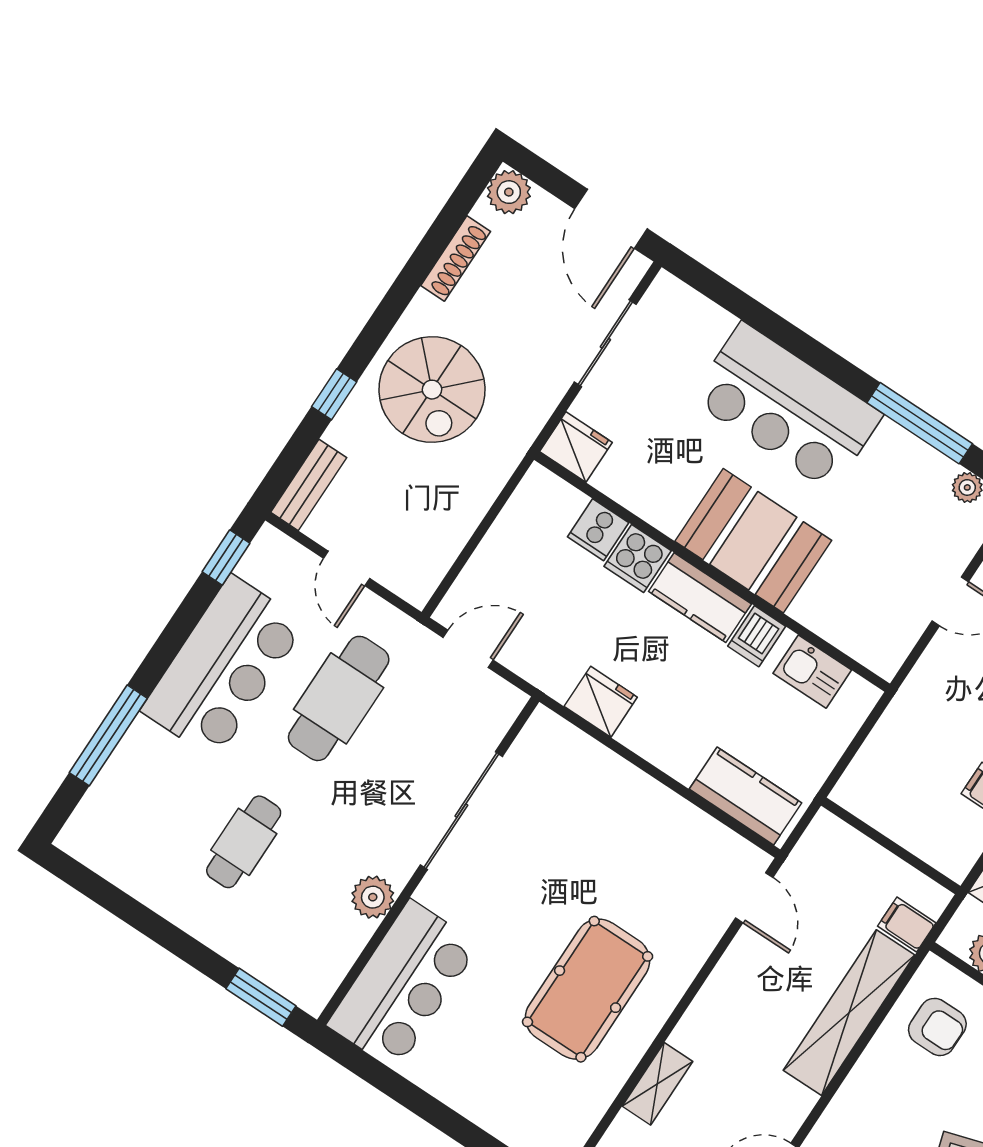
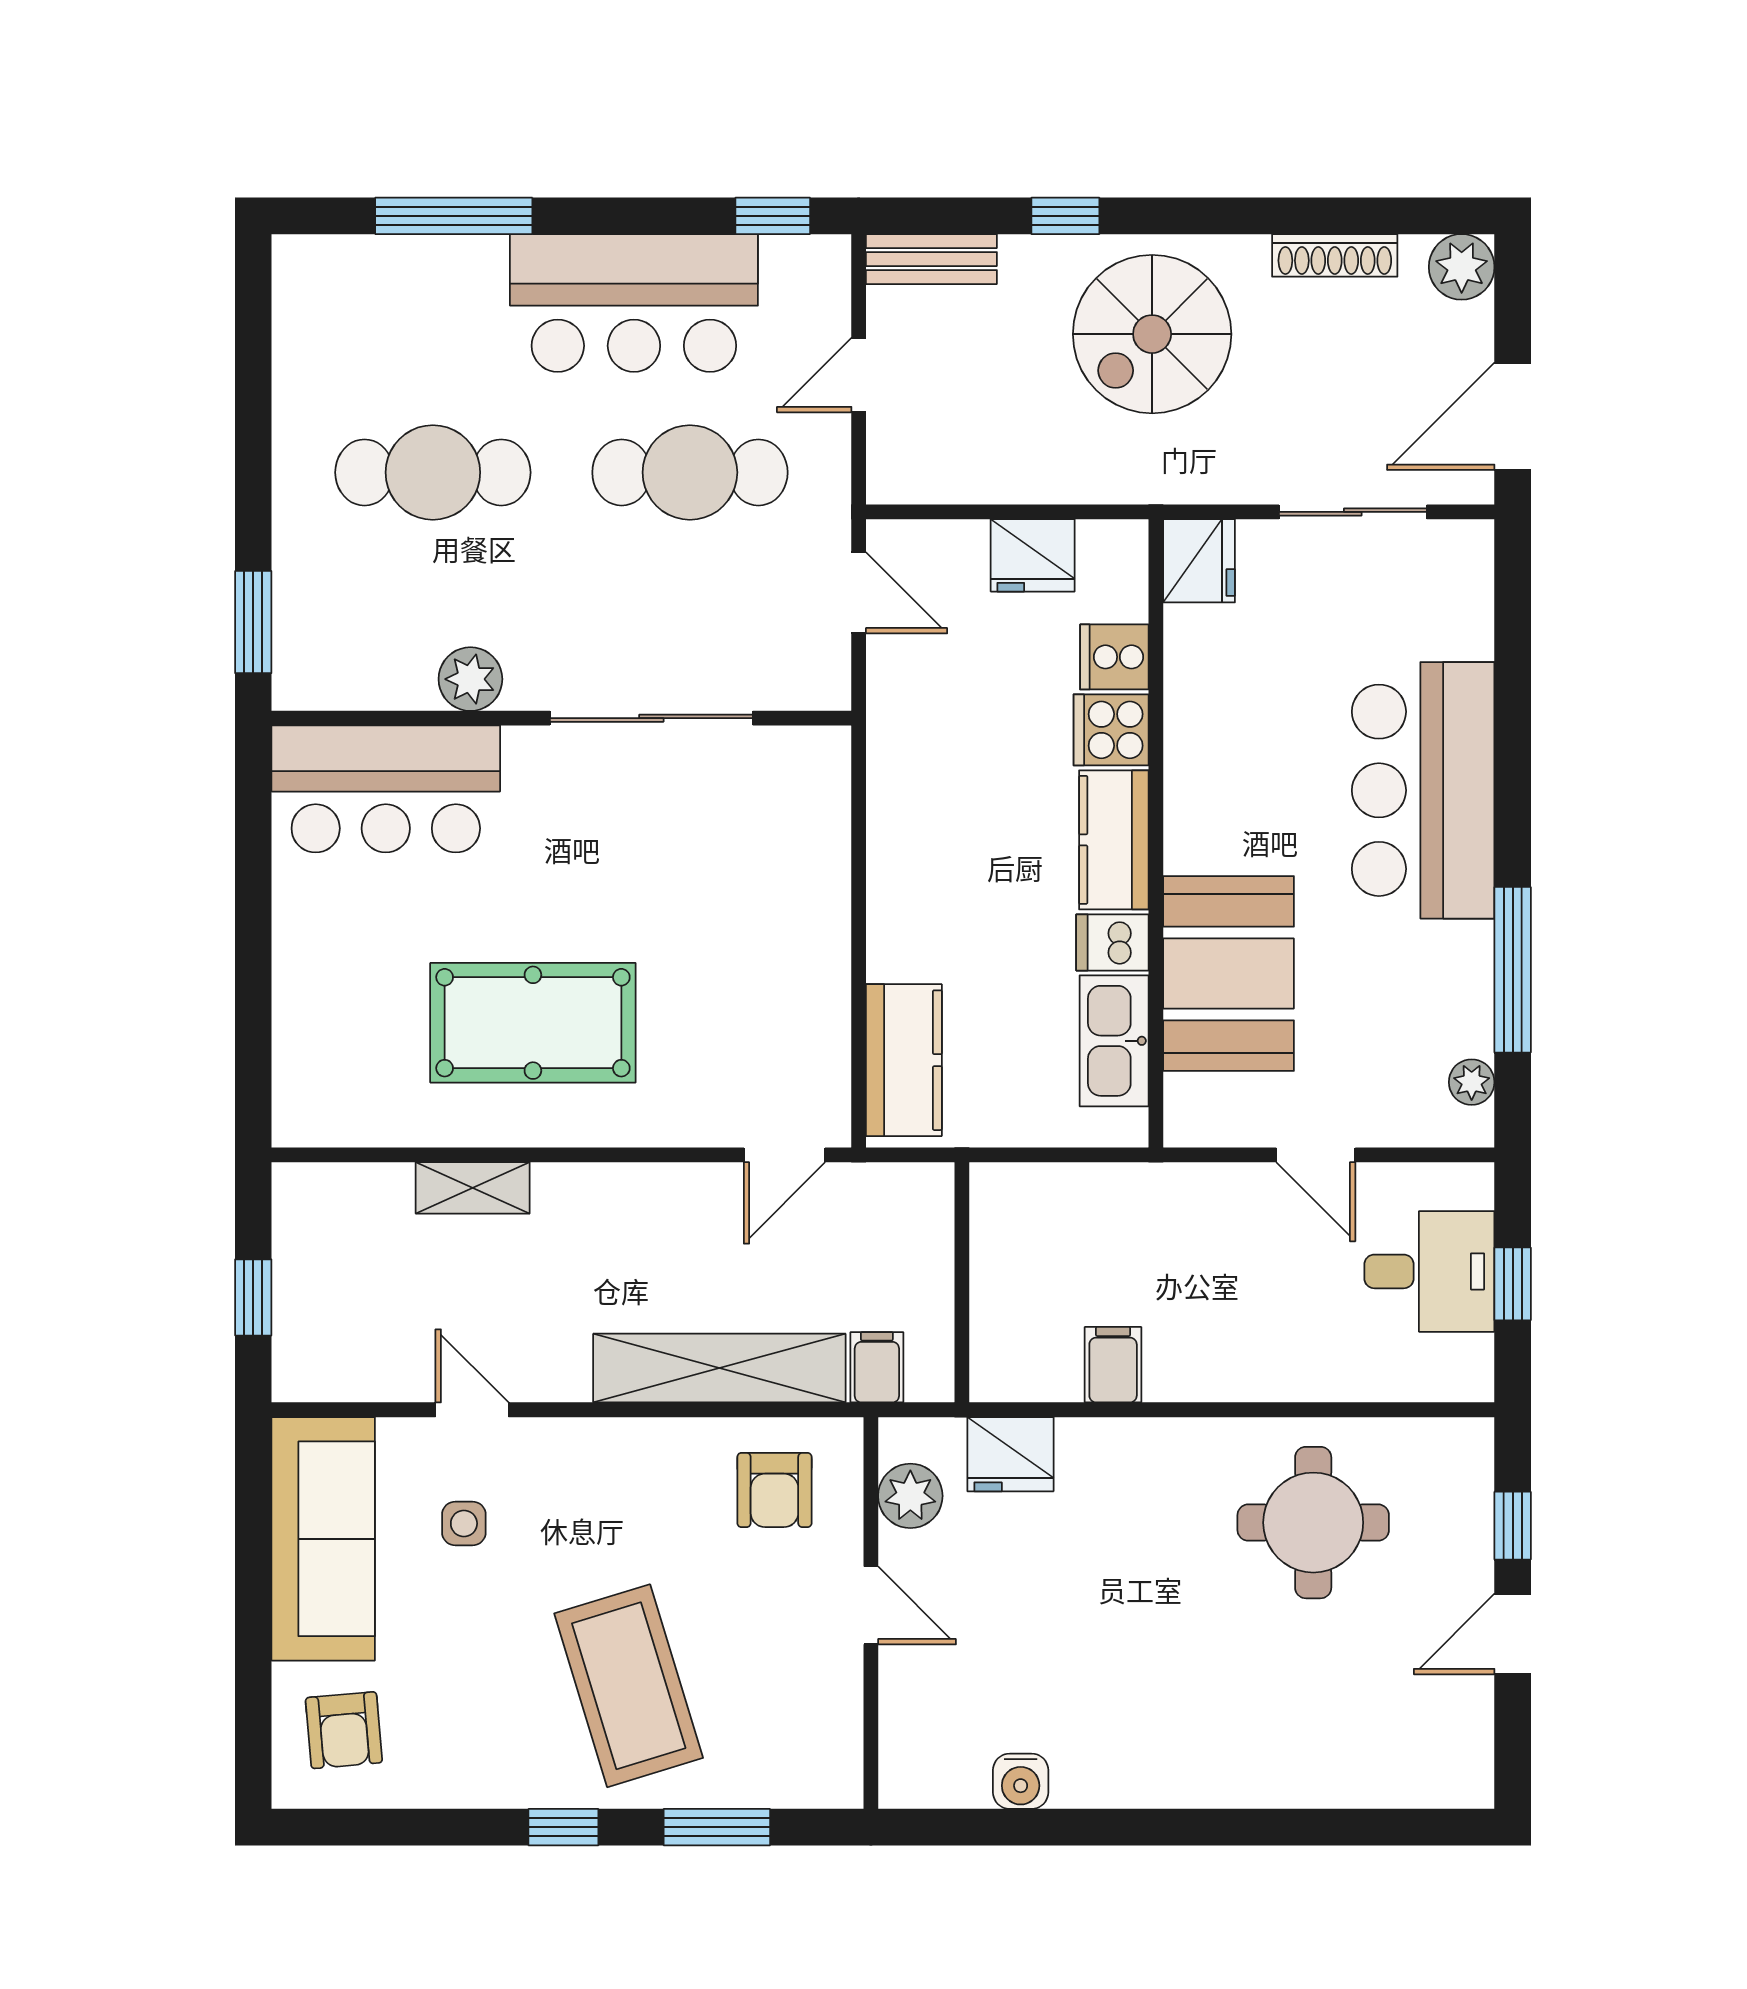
booth: (753, 541) -> (1229, 974), moved
kitchen sink: (812, 672) -> (1114, 1041), width x1.38
fridge: (601, 702) -> (1033, 555), moved, turned 90
cafe table: (244, 842) -> (433, 472), width x1.37, depth x1.35

